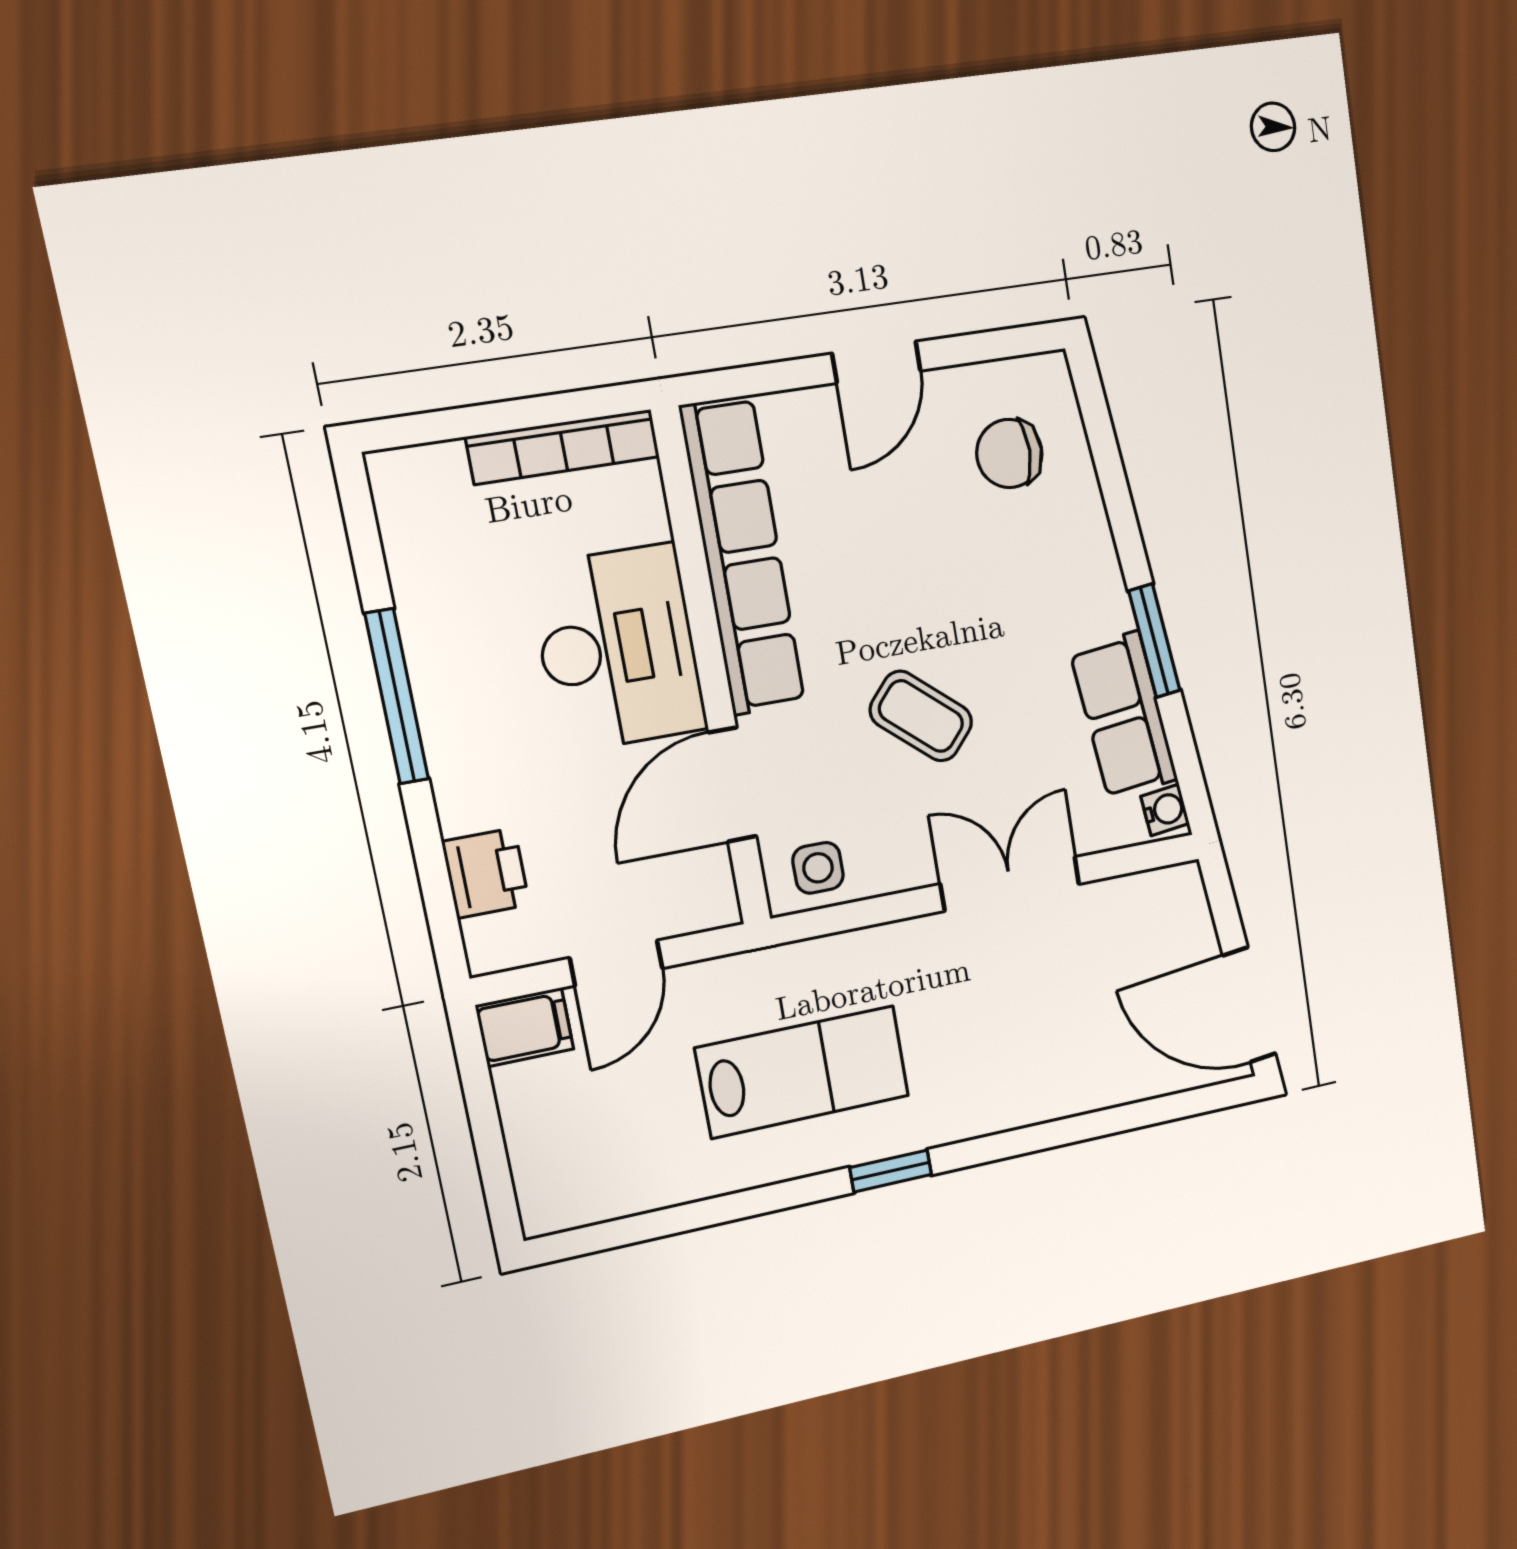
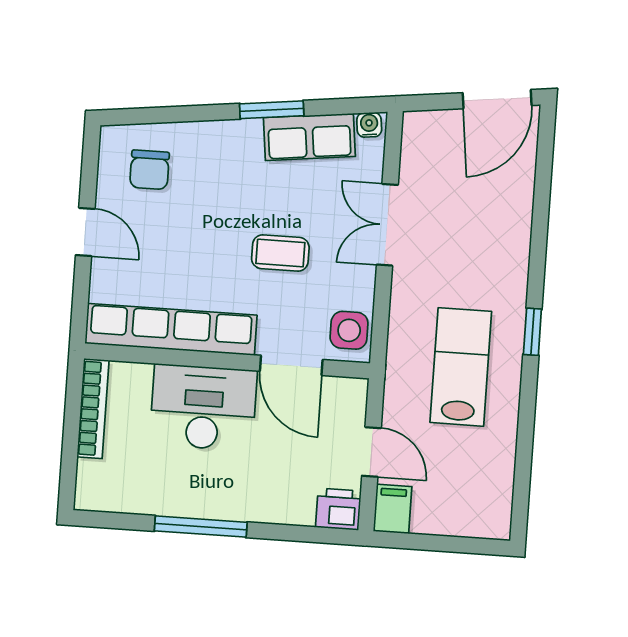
coffee table: (921, 716) -> (280, 253), turned 49
side table: (818, 868) -> (349, 330), width x1.37, depth x1.37
printer: (486, 873) -> (338, 509), moved

